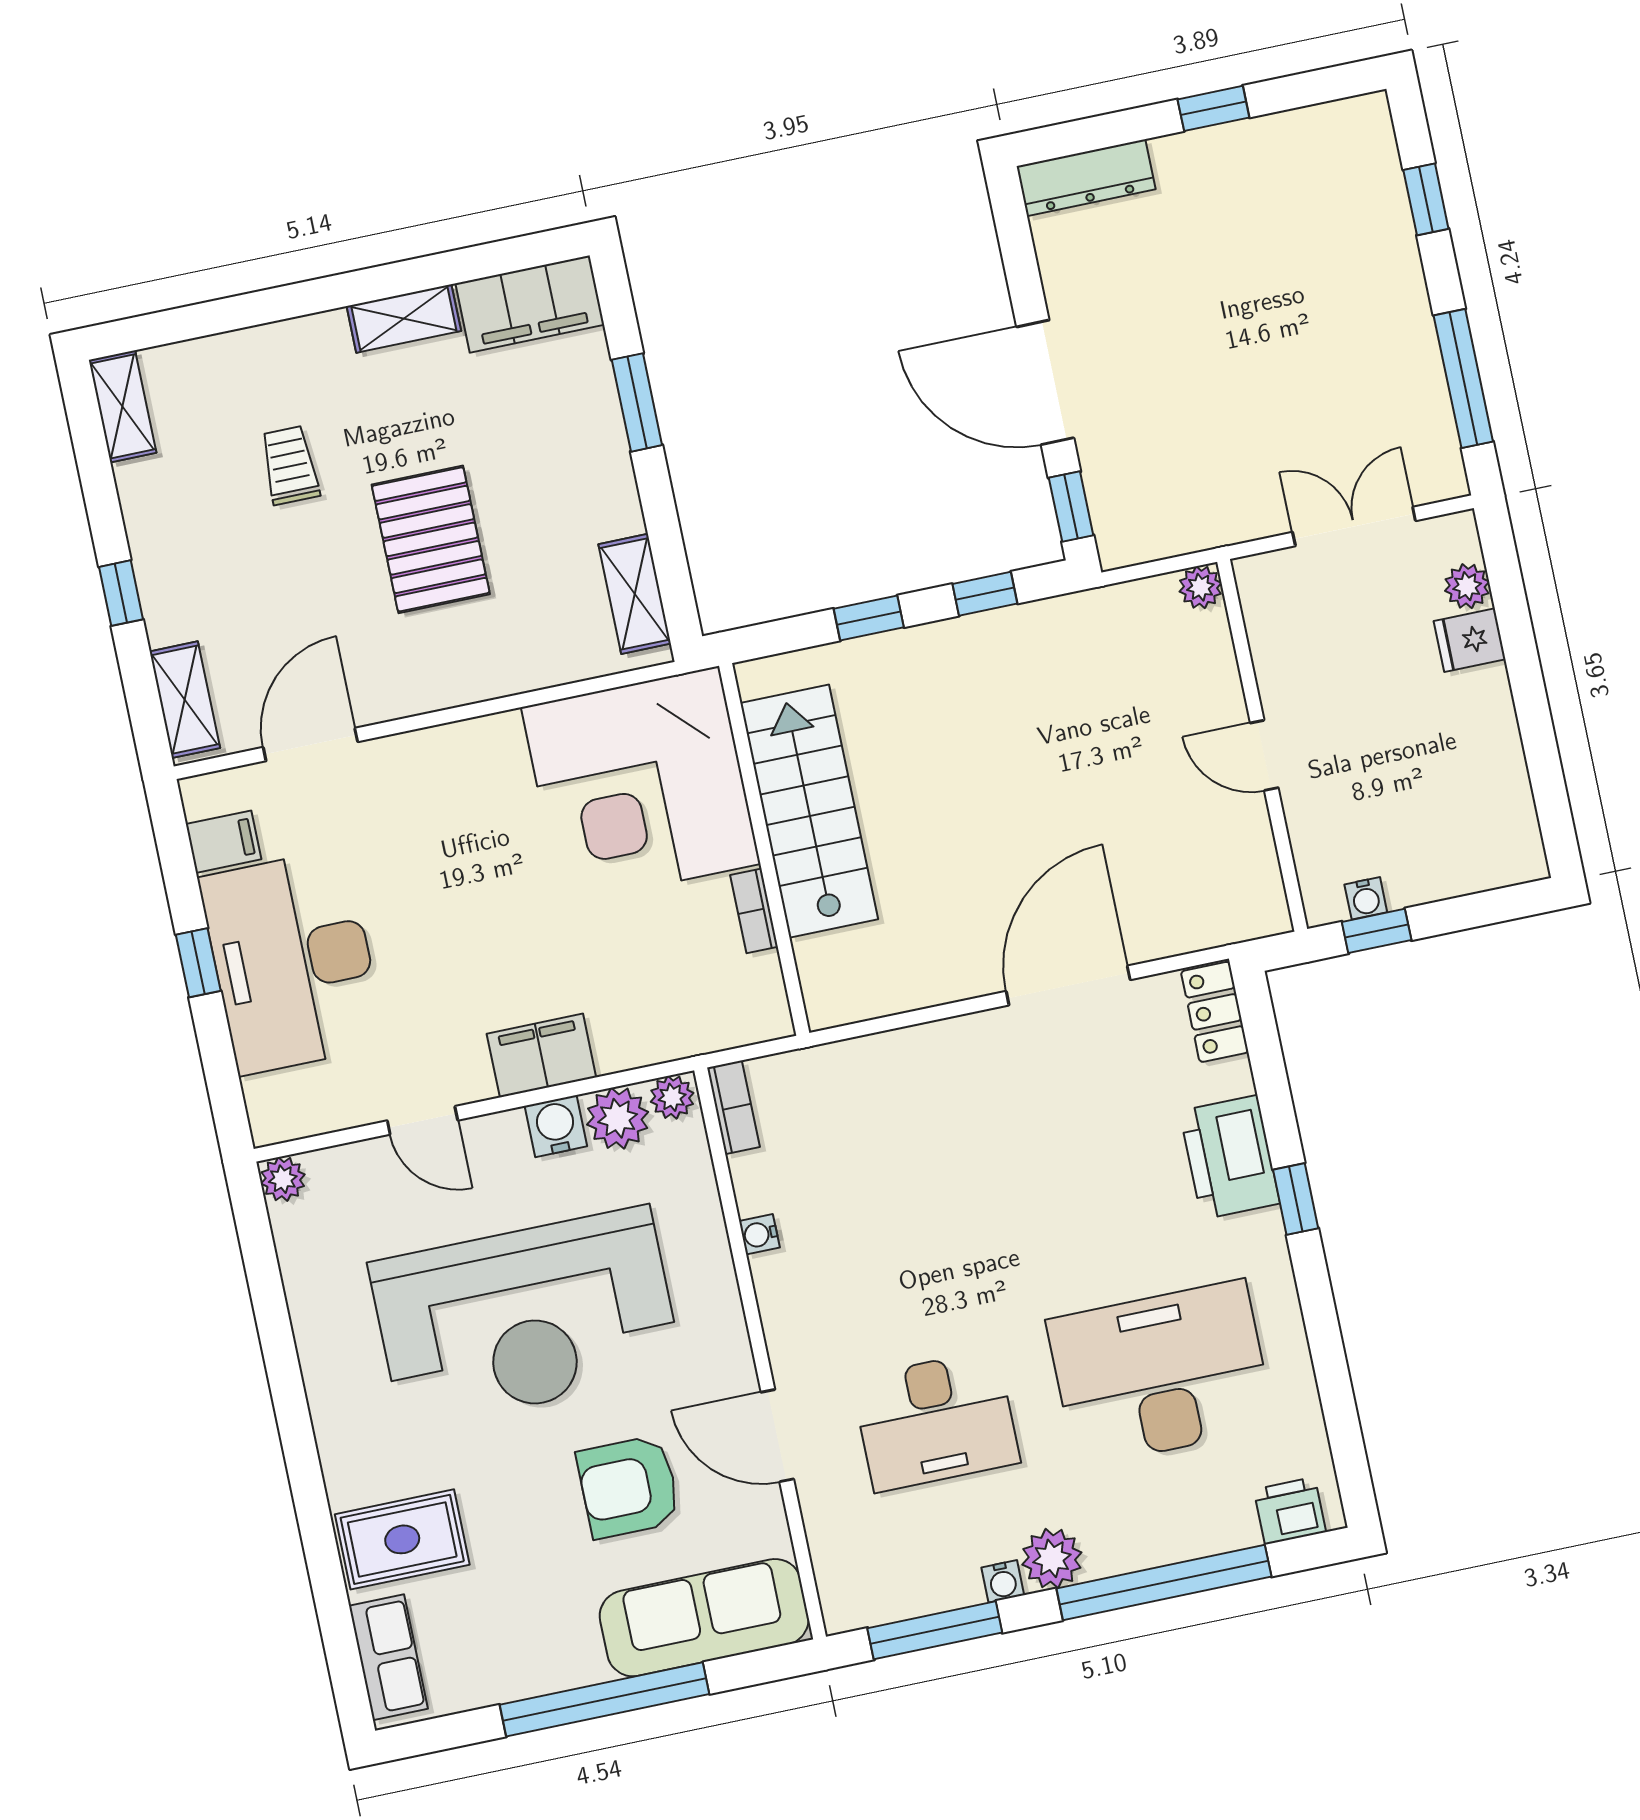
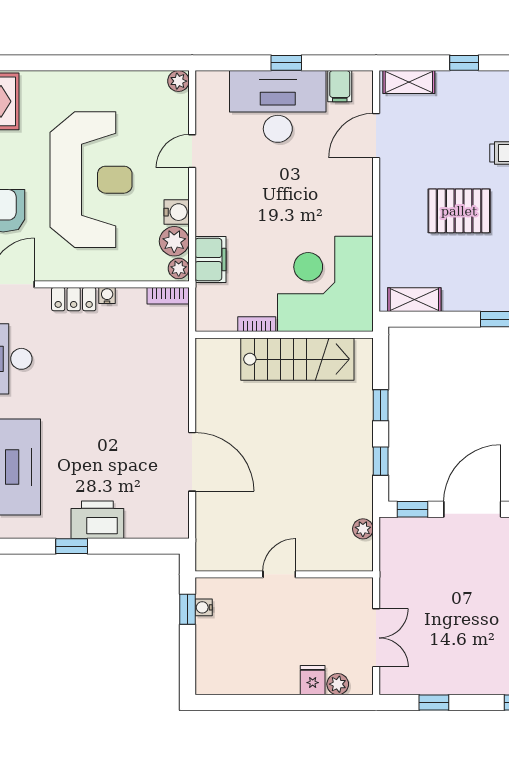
window: (1463, 378) -> (434, 702), width x0.46
plant: (1200, 587) -> (363, 529), moved
door: (310, 745) -> (376, 136), swing flipped
locker: (1215, 1012) -> (74, 299), moved, turned 180
filing cabinet: (541, 1056) -> (210, 260), moved
reception desk: (526, 1318) -> (91, 180), turned 180

